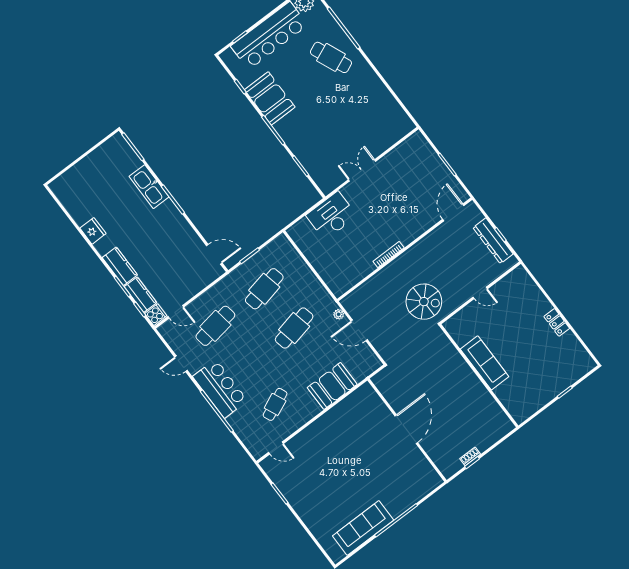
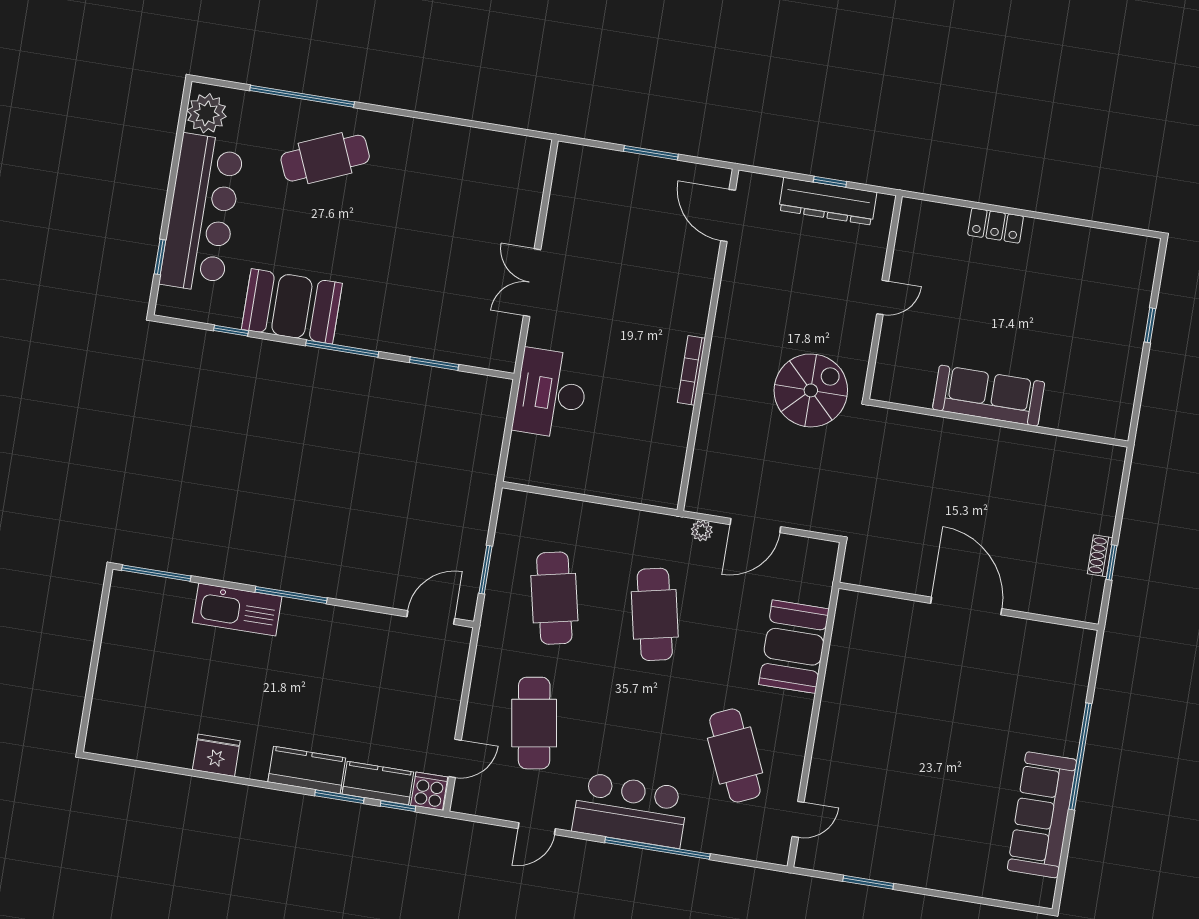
locker: (557, 322) -> (996, 226), moved
cafe table: (275, 404) -> (735, 756), width x1.37, depth x1.35

